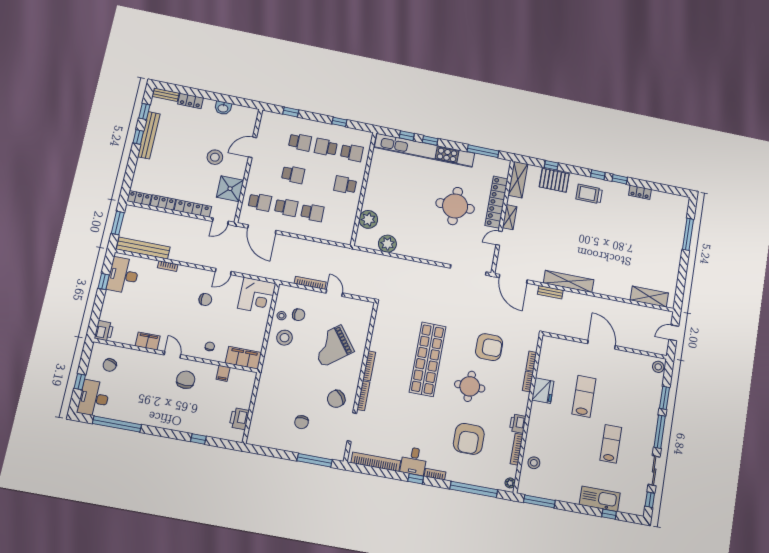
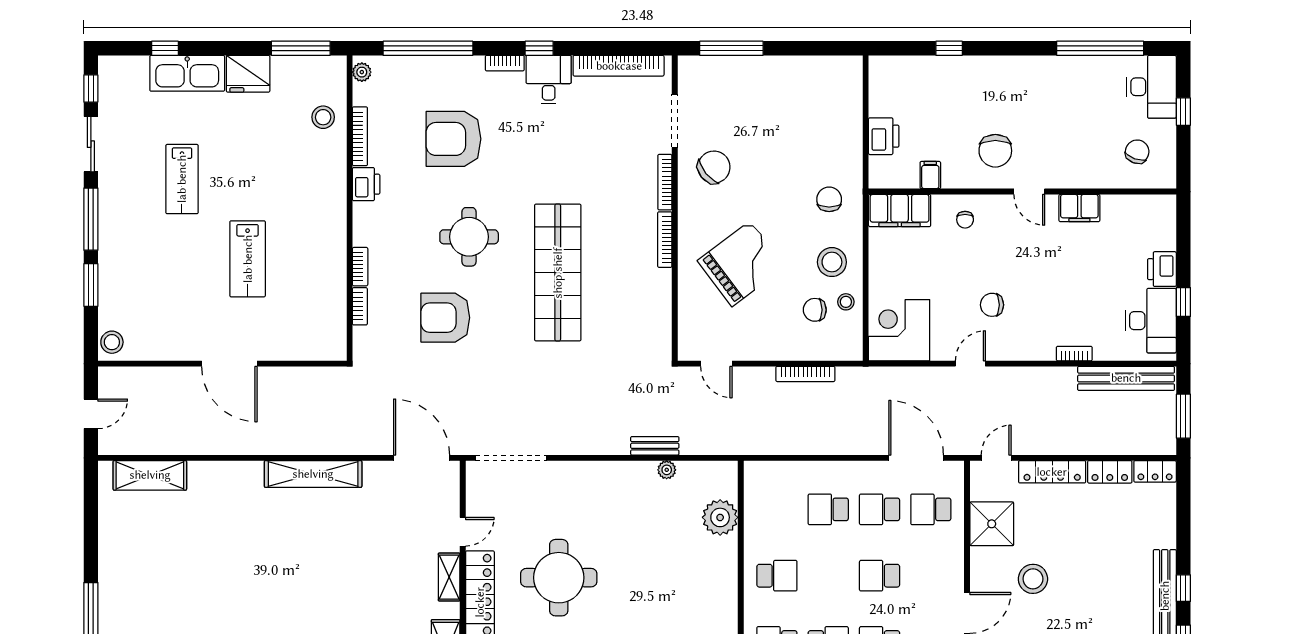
plant: (387, 244) -> (667, 470), width x0.53, depth x0.53
bench: (550, 292) -> (655, 446), moved
door: (334, 293) -> (716, 364), moved
printer: (104, 331) -> (1162, 269), moved
fridge: (543, 391) -> (248, 74), moved, turned -90
printer: (239, 419) -> (884, 136), moved
chair: (302, 422) -> (829, 199), moved
armchair: (469, 439) -> (453, 139), turned -90

